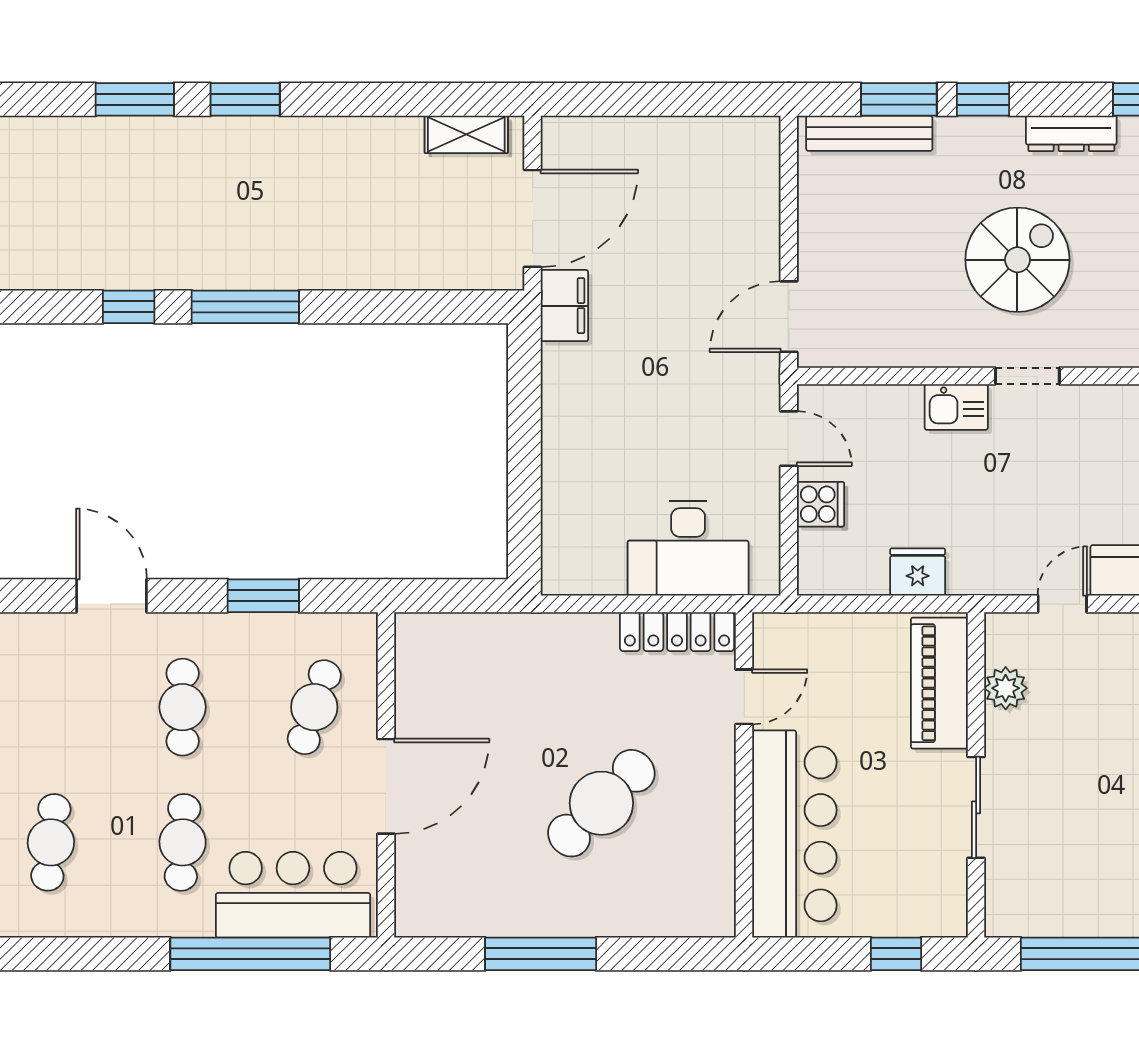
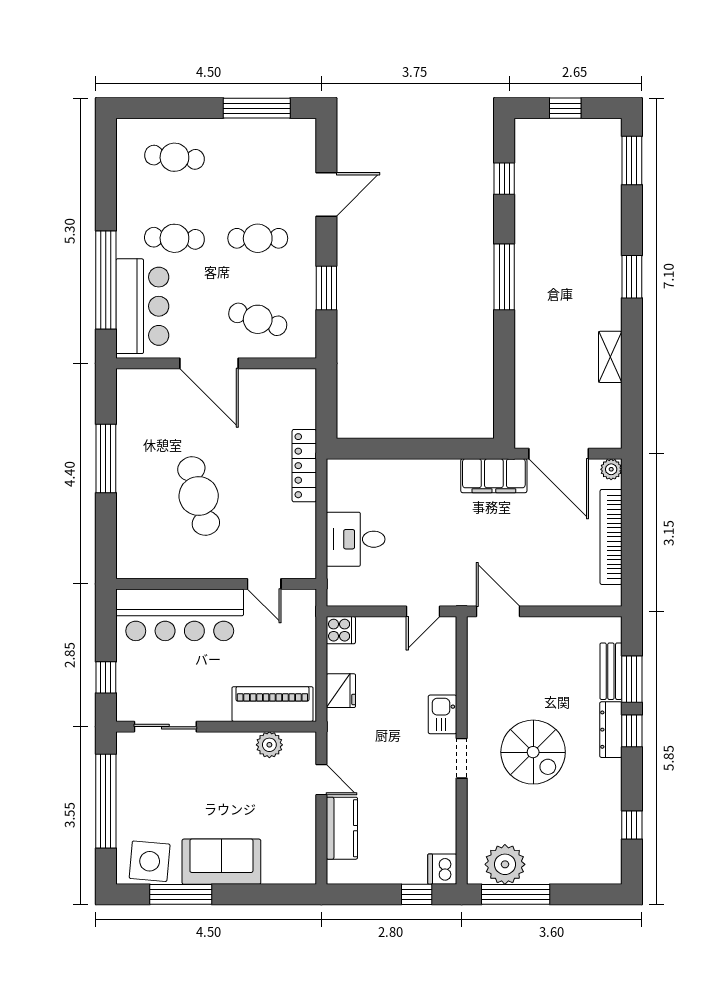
window: (135, 99) -> (632, 161), moved
plant: (558, 133) -> (611, 469), added
bookcase: (668, 133) -> (611, 537), added
bench: (869, 133) -> (611, 671), width x0.73
dresser: (1071, 133) -> (611, 730), moved
shelving: (466, 134) -> (610, 357), moved
filing cabinet: (564, 306) -> (494, 476), width x1.50, depth x1.17
window: (129, 307) -> (504, 179), moved
cooker: (821, 504) -> (341, 630), moved, turned -90
desk: (688, 548) -> (356, 539), width x0.73
locker: (677, 632) -> (304, 466), moved
cafe table: (601, 803) -> (199, 496), turned 30
sliding door: (976, 807) -> (165, 727), moved

